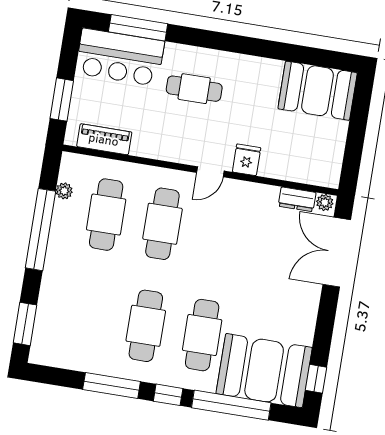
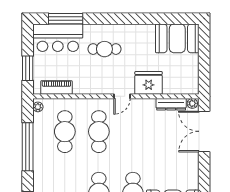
fridge: (247, 160) -> (149, 83), width x1.88, depth x1.34
plant: (64, 191) -> (38, 107), moved
dresser: (297, 199) -> (171, 104), width x1.44

